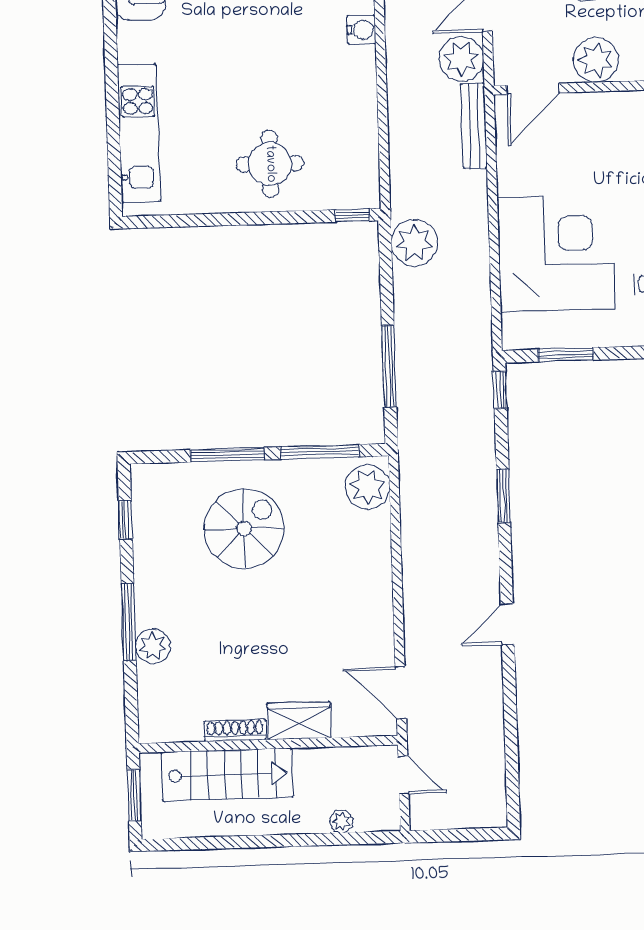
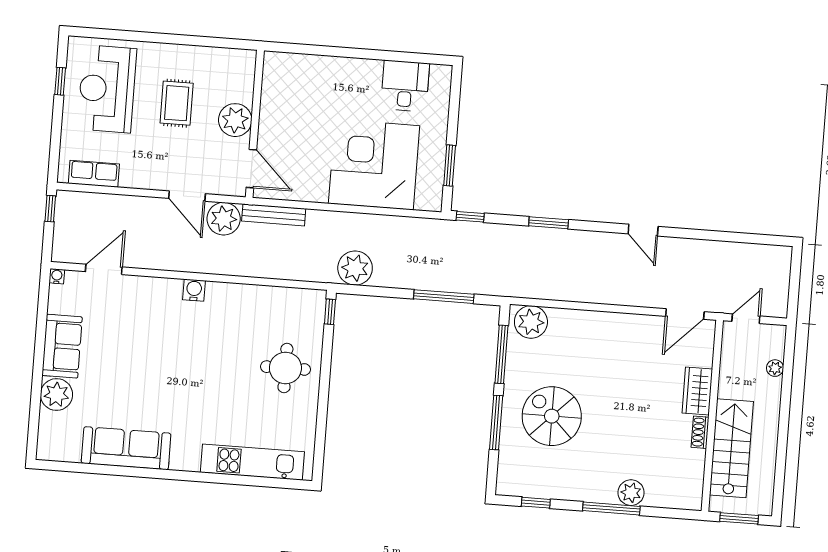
shoe rack: (235, 730) -> (700, 432), width x0.70

